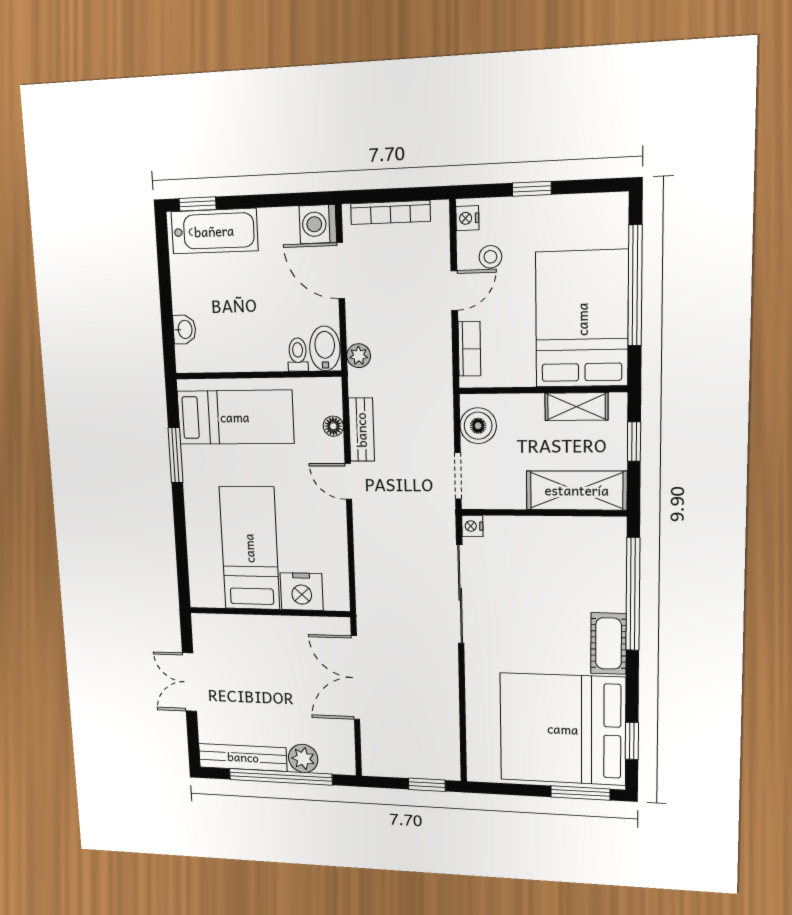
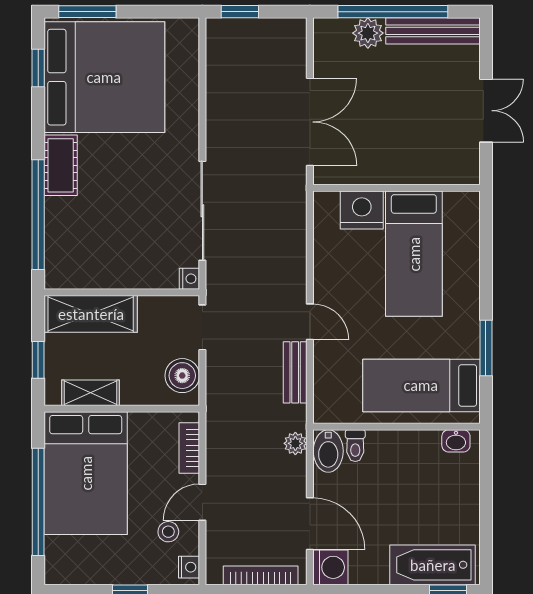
washbasin: (184, 329) -> (456, 441), moved, turned -90
floor lamp: (333, 426) -> (323, 376), removed

